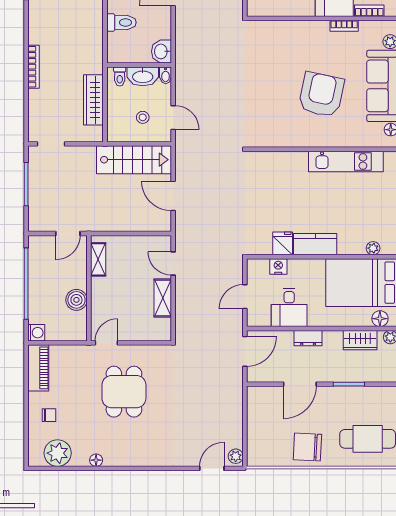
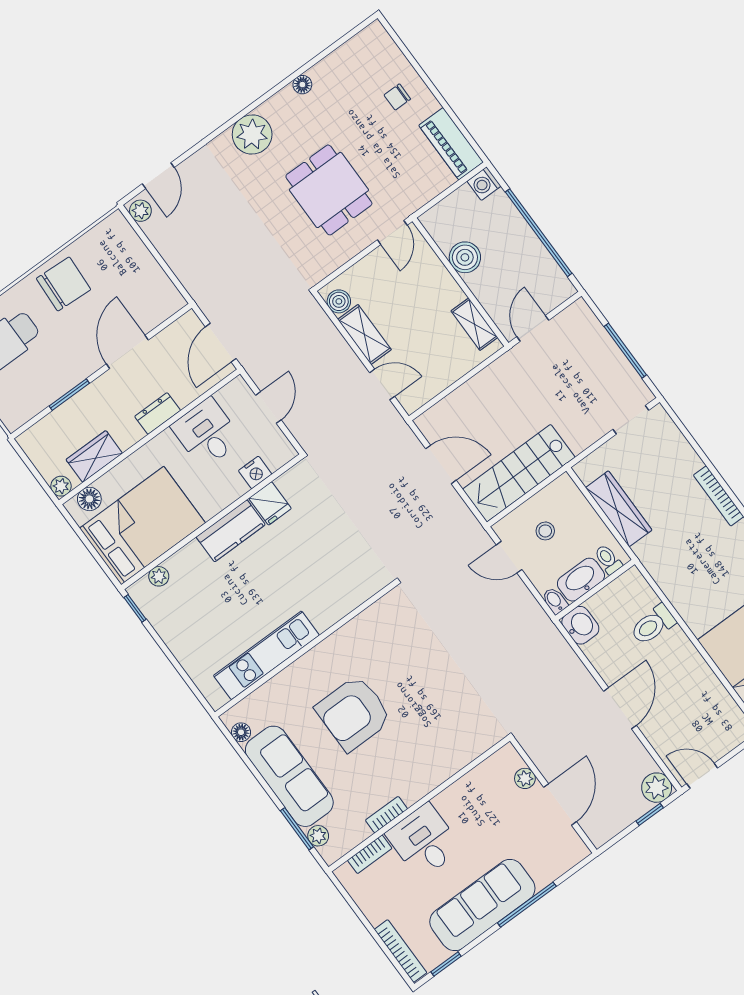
armchair: (321, 95) -> (354, 713), turned 78
boiler: (163, 327) -> (339, 301), added
plant: (58, 453) -> (252, 135), moved

